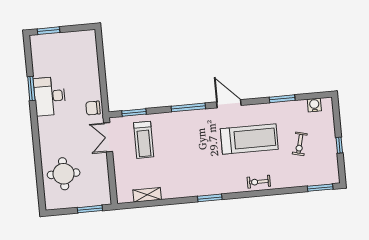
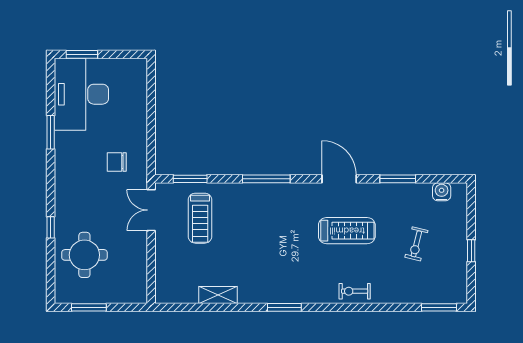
desk: (50, 96) -> (81, 94), moved, width x1.36, depth x1.30
door: (229, 104) -> (339, 179), moved
chair: (93, 108) -> (117, 162), moved
treadmill: (249, 139) -> (347, 231), width x0.73, depth x0.73
window: (38, 156) -> (51, 227), added
shelving: (147, 195) -> (218, 295), moved
window: (90, 209) -> (89, 307), moved

